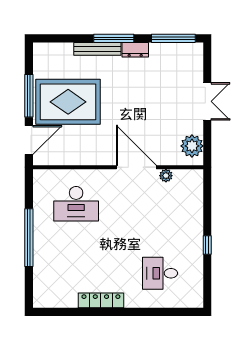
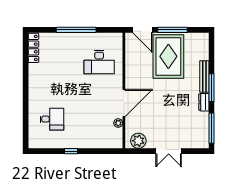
desk: (76, 204) -> (99, 62), turned -90
desk: (160, 273) -> (52, 119), turned 90
locker: (101, 300) -> (33, 48), moved

